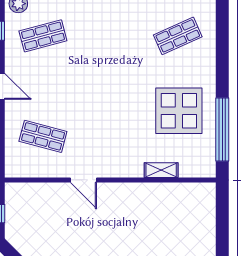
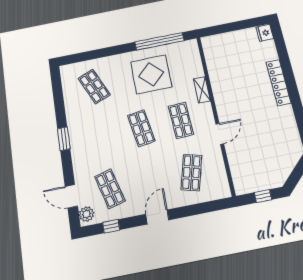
shop shelf: (110, 86) -> (141, 128), added
shop shelf: (110, 136) -> (181, 120), added
shelving: (161, 170) -> (202, 90), moved

